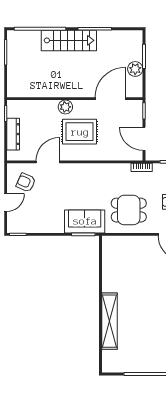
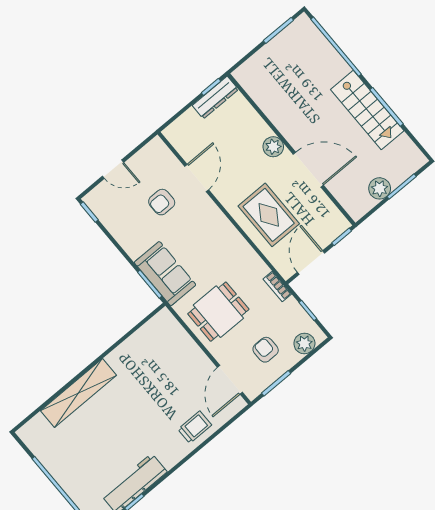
stairs: (69, 40) -> (367, 110), moved
door: (110, 99) -> (308, 170), moved
rug: (80, 132) -> (269, 215), moved
dresser: (13, 134) -> (215, 97), moved
door: (48, 162) -> (197, 178), hinge flipped
armchair: (26, 182) -> (162, 202), moved, turned -114
dining table: (129, 210) -> (218, 312), turned 90

